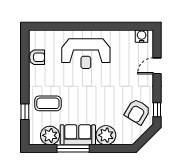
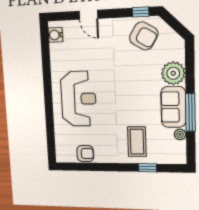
armchair: (37, 57) -> (85, 154), turned 90
plant: (50, 135) -> (180, 134), width x0.53, depth x0.53

